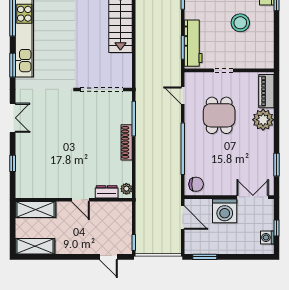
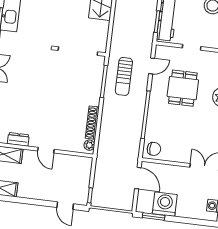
door: (183, 96) -> (152, 66), swing flipped
sun lounger: (154, 111) -> (124, 76), added
shoe rack: (127, 142) -> (92, 123), moved
dresser: (107, 192) -> (18, 139), moved
washing machine: (225, 211) -> (165, 204), moved, turned 180

